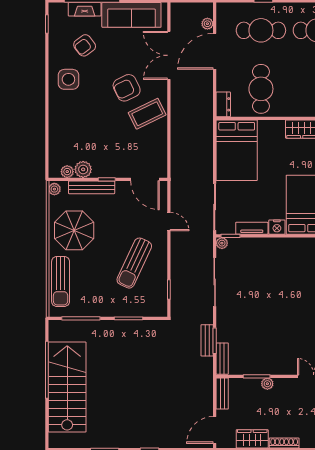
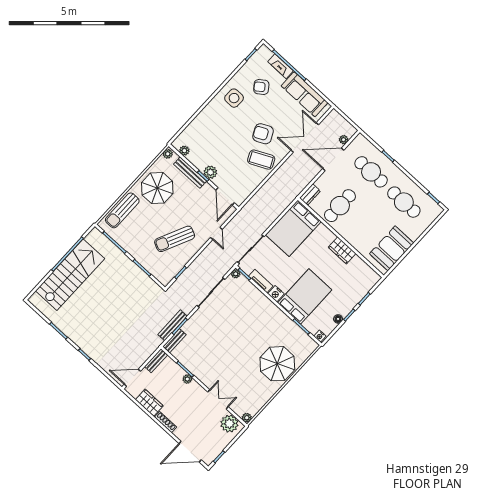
plant: (83, 169) -> (210, 172), moved
bench: (207, 340) -> (173, 325), width x1.36

